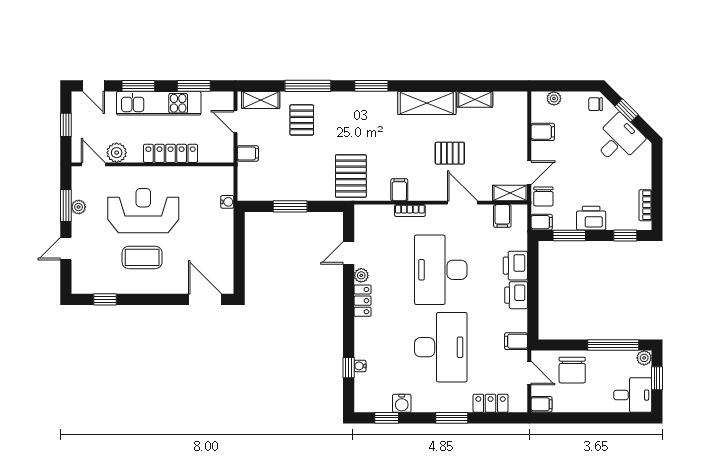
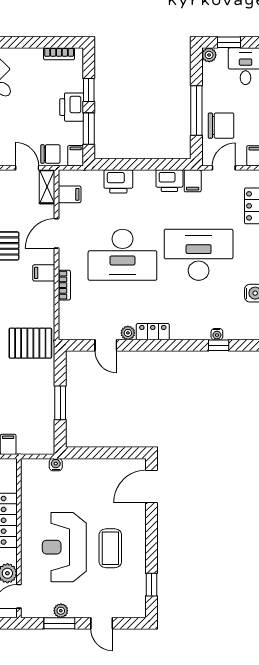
filing cabinet: (399, 190) -> (44, 273), moved
window: (625, 236) -> (89, 90), moved
printer: (516, 295) -> (169, 181), moved
window: (613, 345) -> (196, 110), moved

